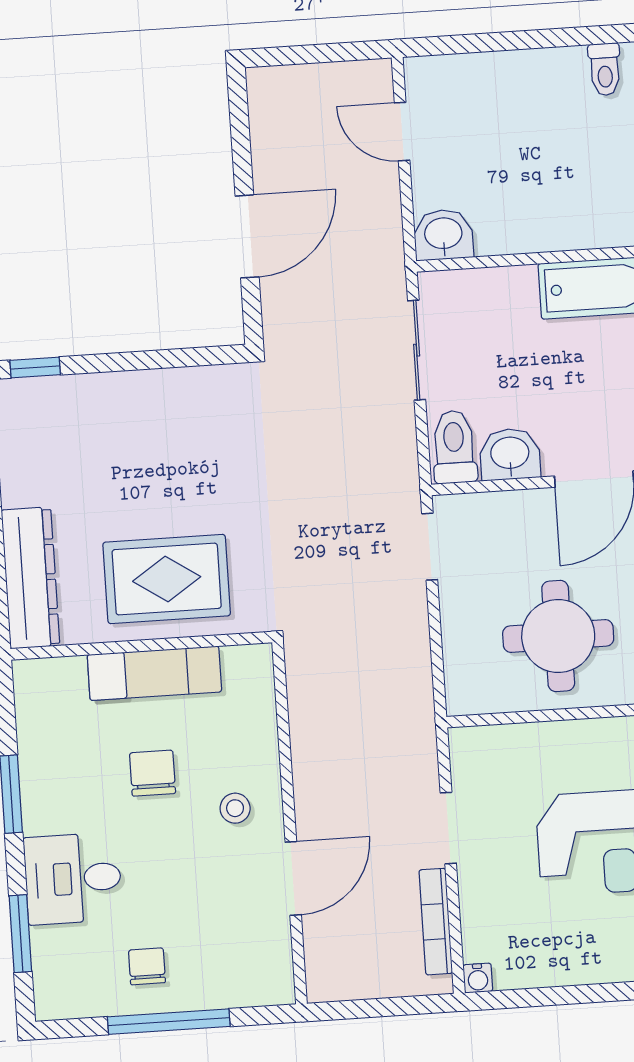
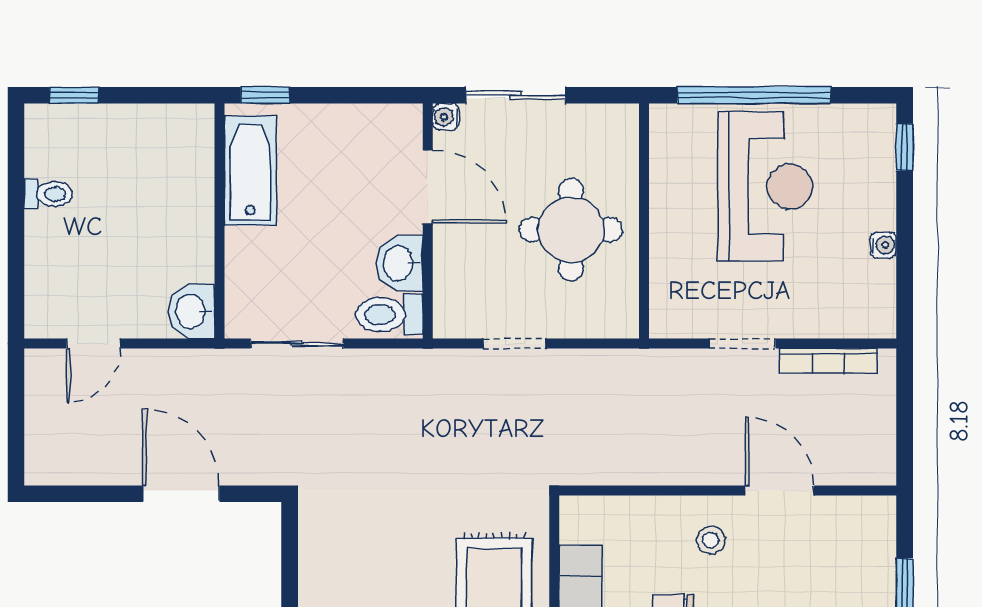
toilet: (605, 69) -> (48, 194), moved
doorway: (430, 547) -> (514, 343), moved
water cooler: (478, 978) -> (883, 245), moved

